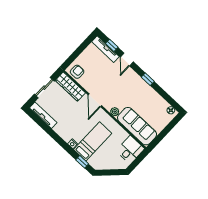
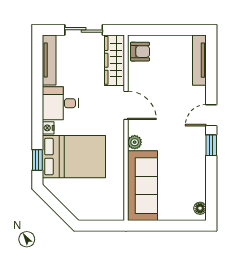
window: (112, 45) -> (211, 63), removed
door: (127, 59) -> (211, 115), moved
door: (95, 100) -> (126, 105), swing flipped
bed: (93, 141) -> (74, 157), width x1.50
desk: (130, 150) -> (60, 103), moved, turned 180

